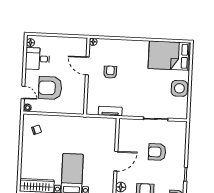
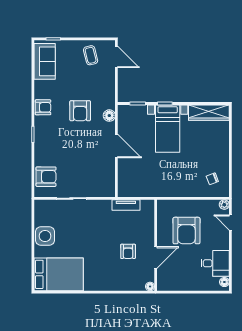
door: (87, 66) -> (156, 258), hinge flipped
armchair: (50, 88) -> (186, 231), moved, turned 90
armchair: (157, 152) -> (46, 177), moved
door: (116, 161) -> (116, 146), swing flipped

